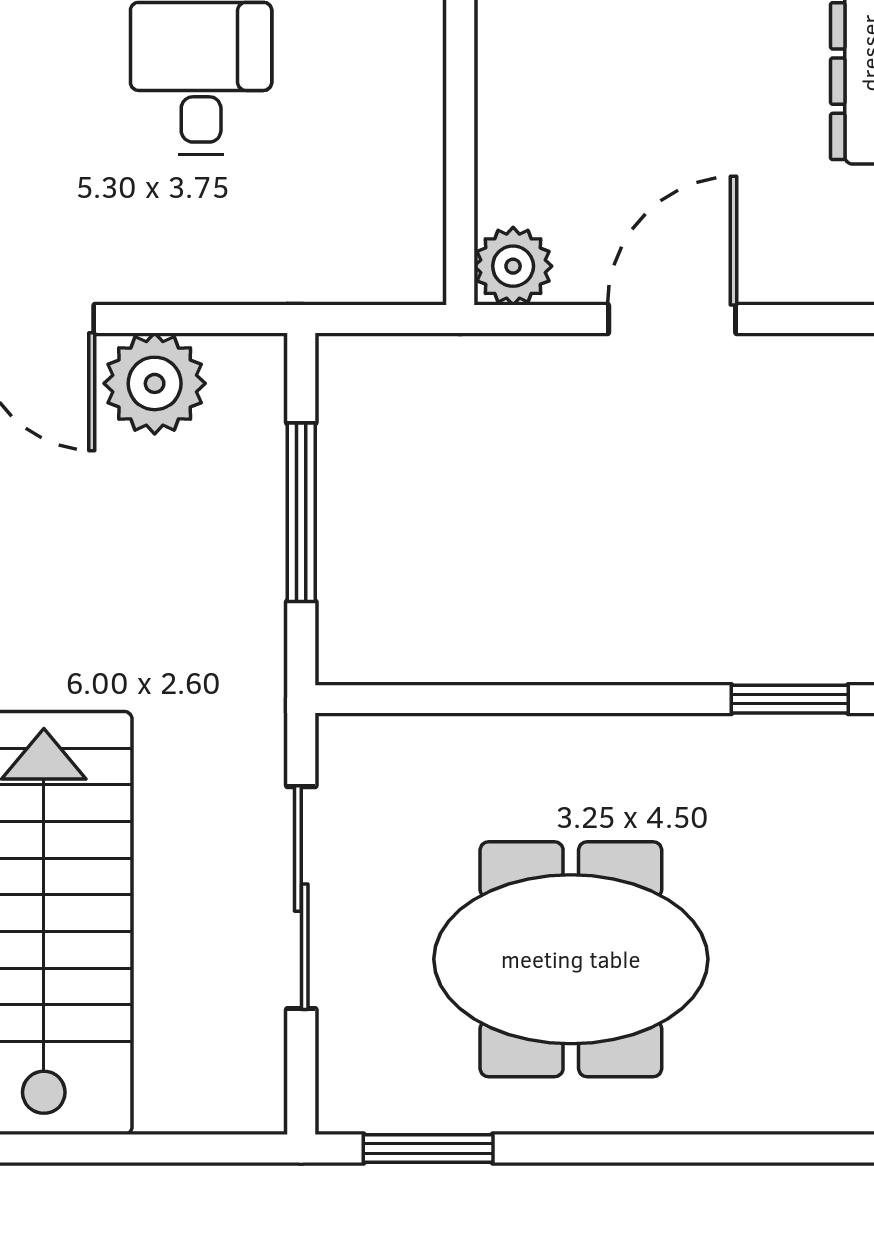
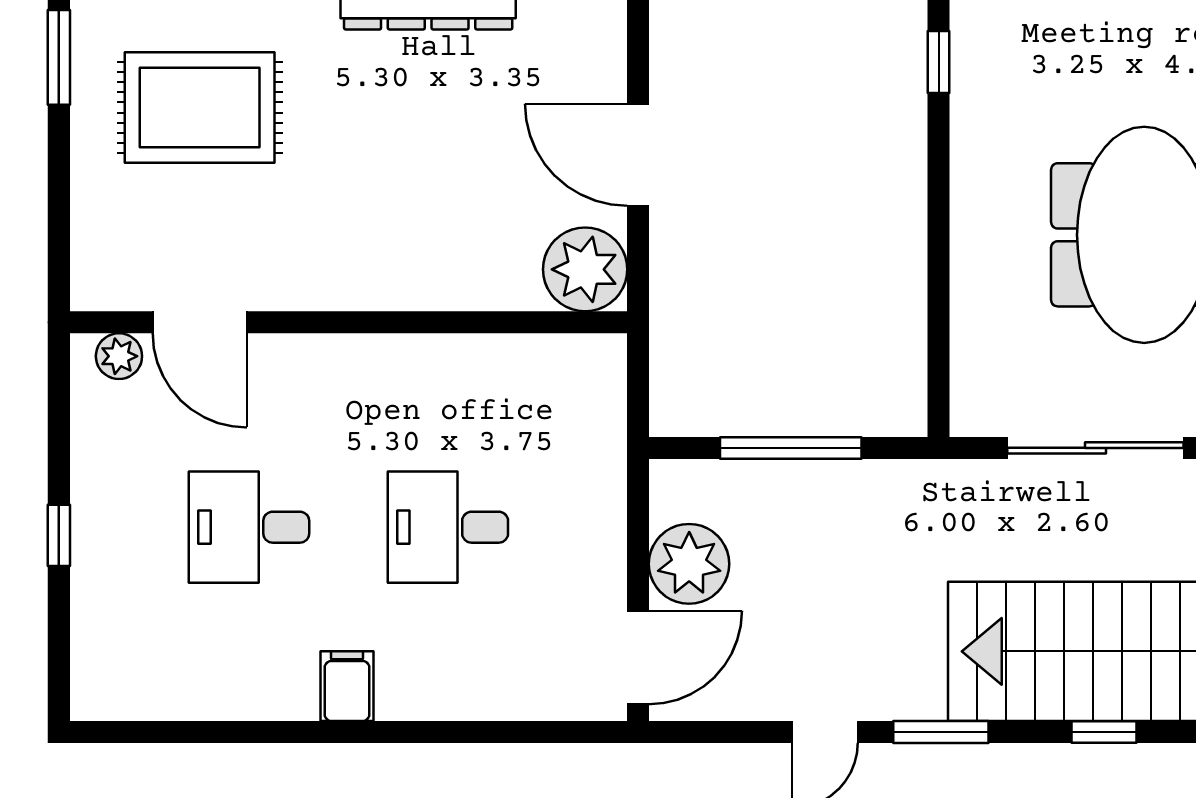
plant: (513, 266) -> (585, 269), width x1.36, depth x1.36
window: (790, 699) -> (939, 62), width x0.67

